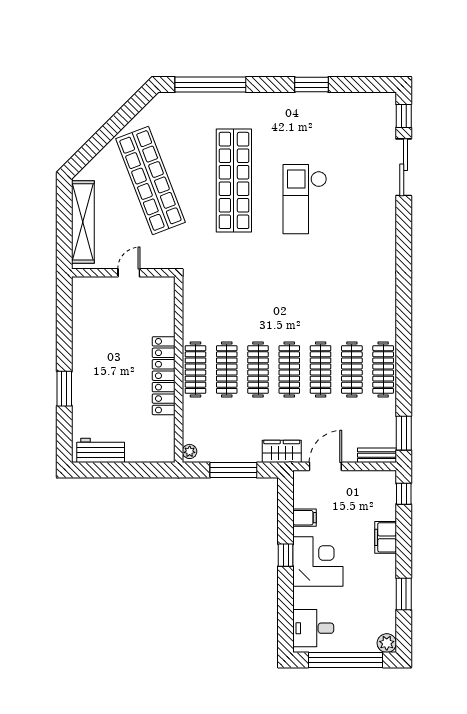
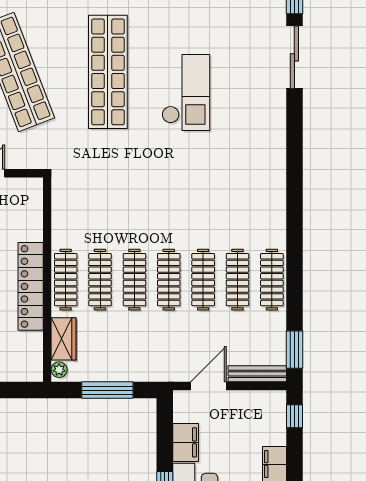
checkout: (305, 199) -> (186, 92), turned 180
wardrobe: (282, 451) -> (64, 339), moved, turned 90
bench: (377, 455) -> (257, 374), width x1.36
filing cabinet: (305, 518) -> (186, 442), width x2.00

